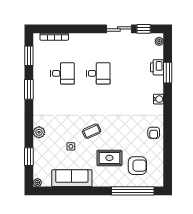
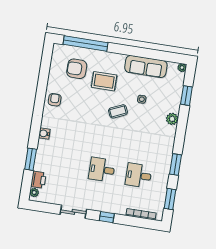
window: (144, 29) -> (107, 217), moved
printer: (157, 67) -> (38, 180), moved

